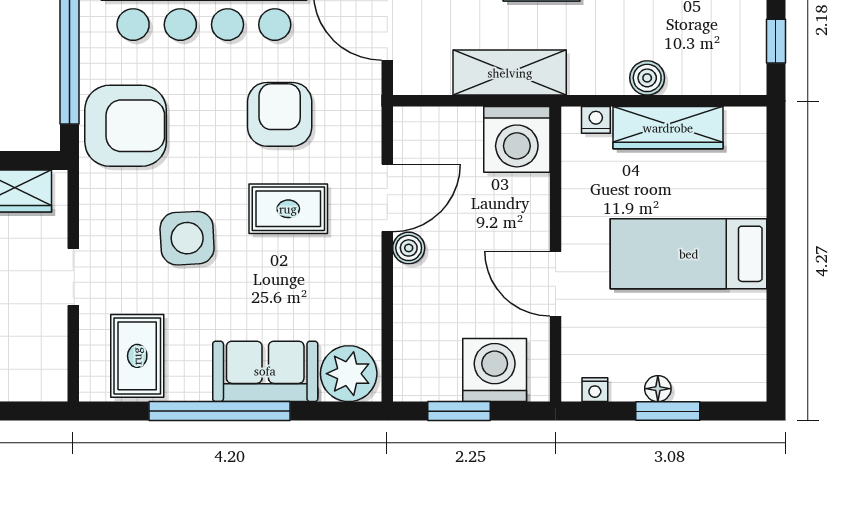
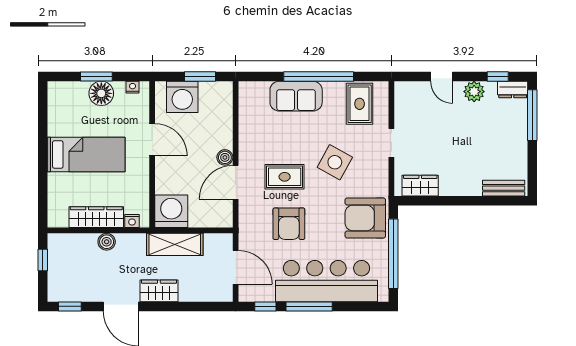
side table: (187, 238) -> (335, 162), turned 32
plant: (349, 374) -> (255, 95), removed
floor lamp: (658, 389) -> (101, 93), width x1.89, depth x1.89

